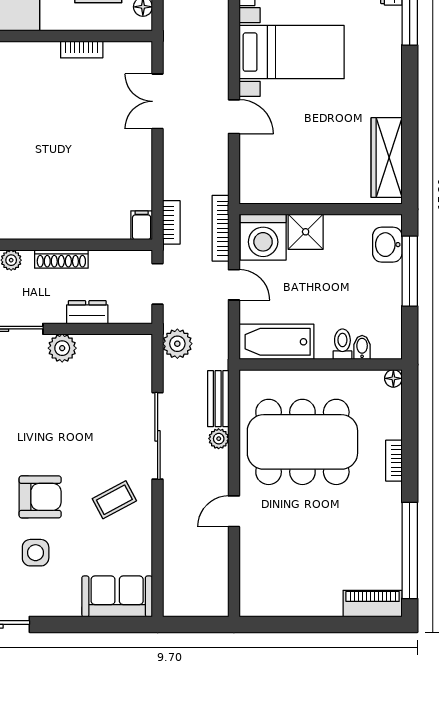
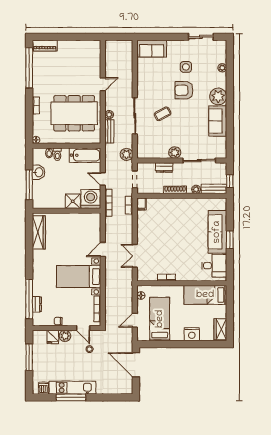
double door: (158, 101) -> (135, 256), swing flipped
door: (234, 117) -> (103, 249), hinge flipped
washbasin: (387, 245) -> (39, 172), moved
coffee table: (114, 500) -> (163, 114), moved

